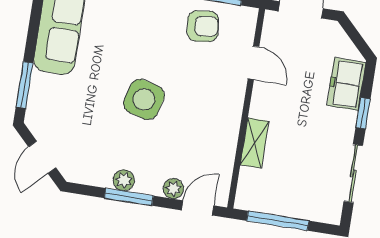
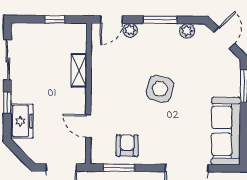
armchair: (203, 26) -> (127, 146), turned 97
plant: (124, 180) -> (187, 31), moved
window: (278, 221) -> (55, 19), width x0.46

